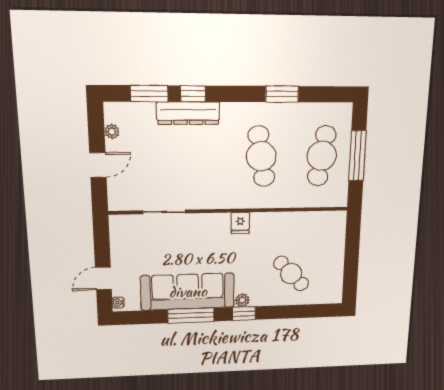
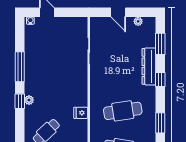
window: (193, 94) -> (160, 80), moved
fridge: (240, 223) -> (81, 113), moved
sofa: (188, 292) -> (36, 65), removed

